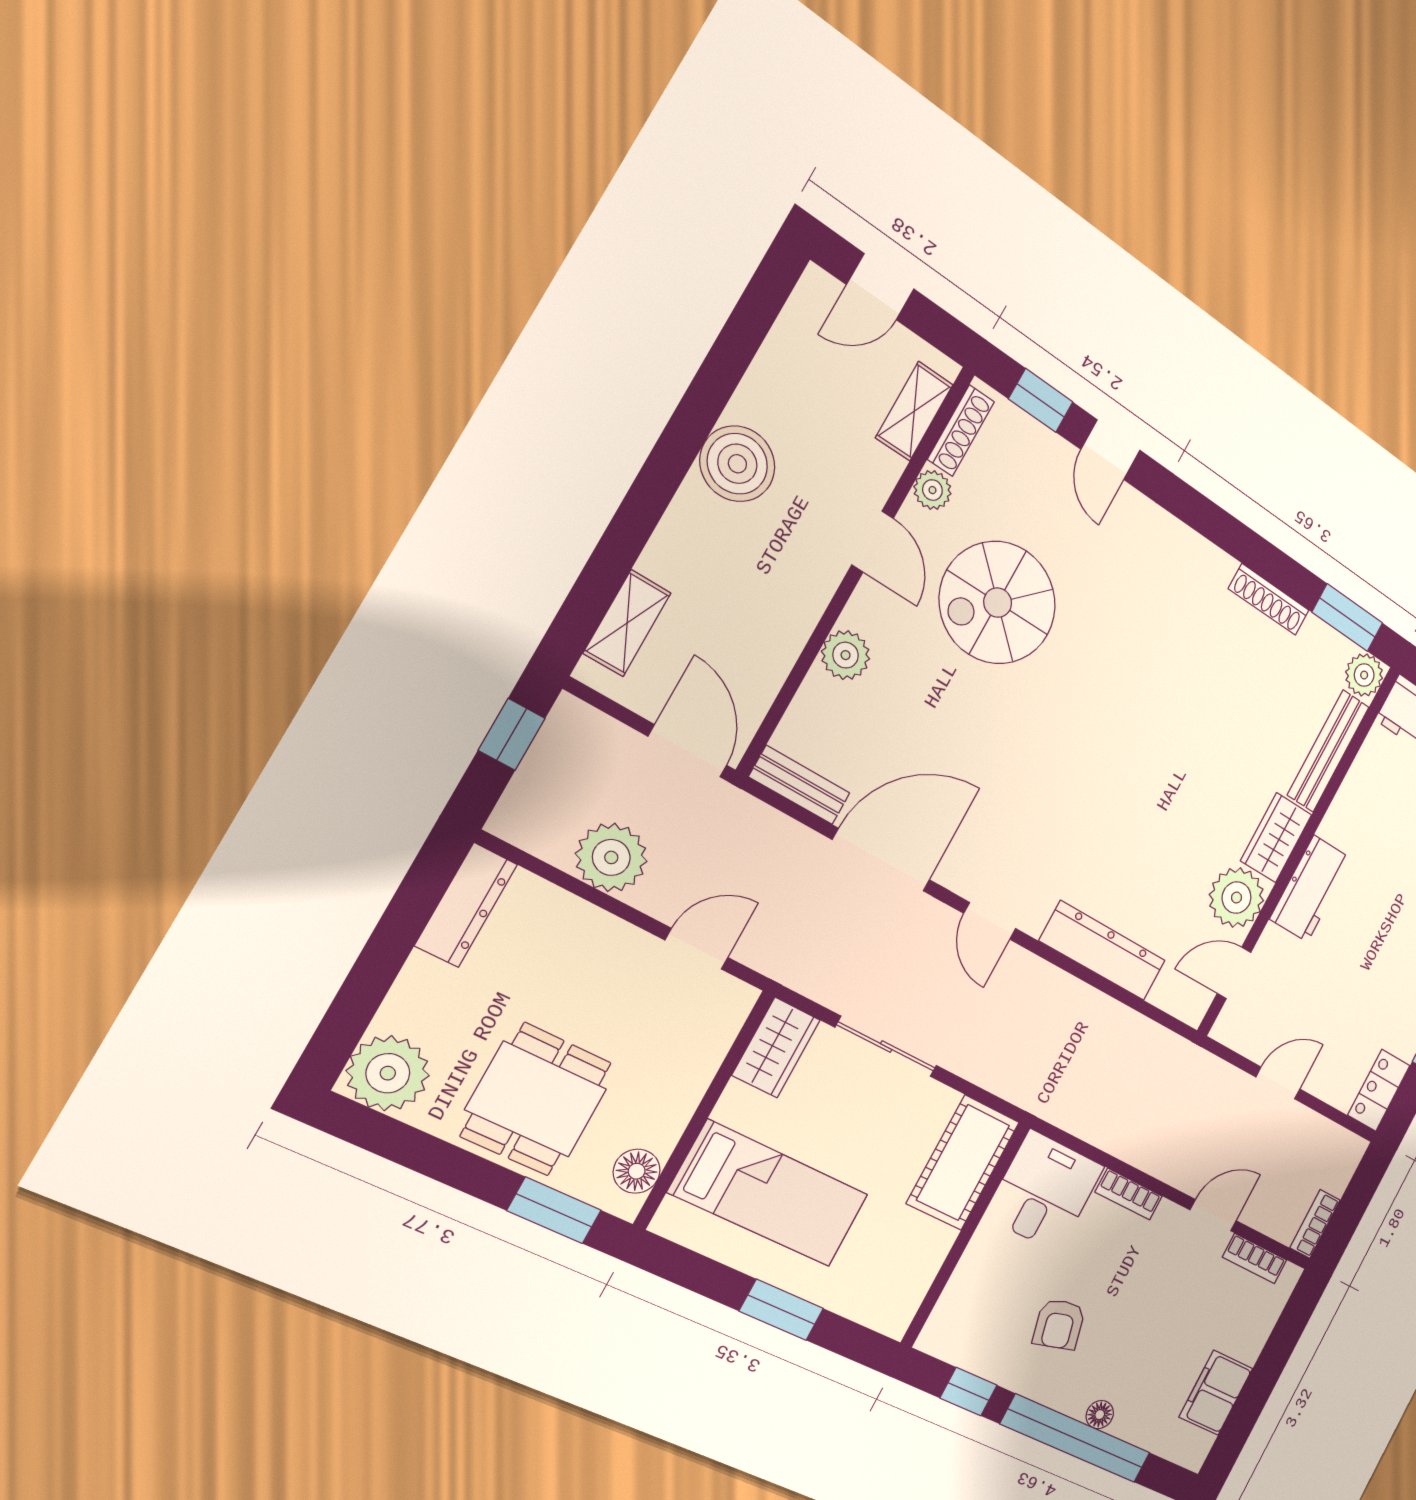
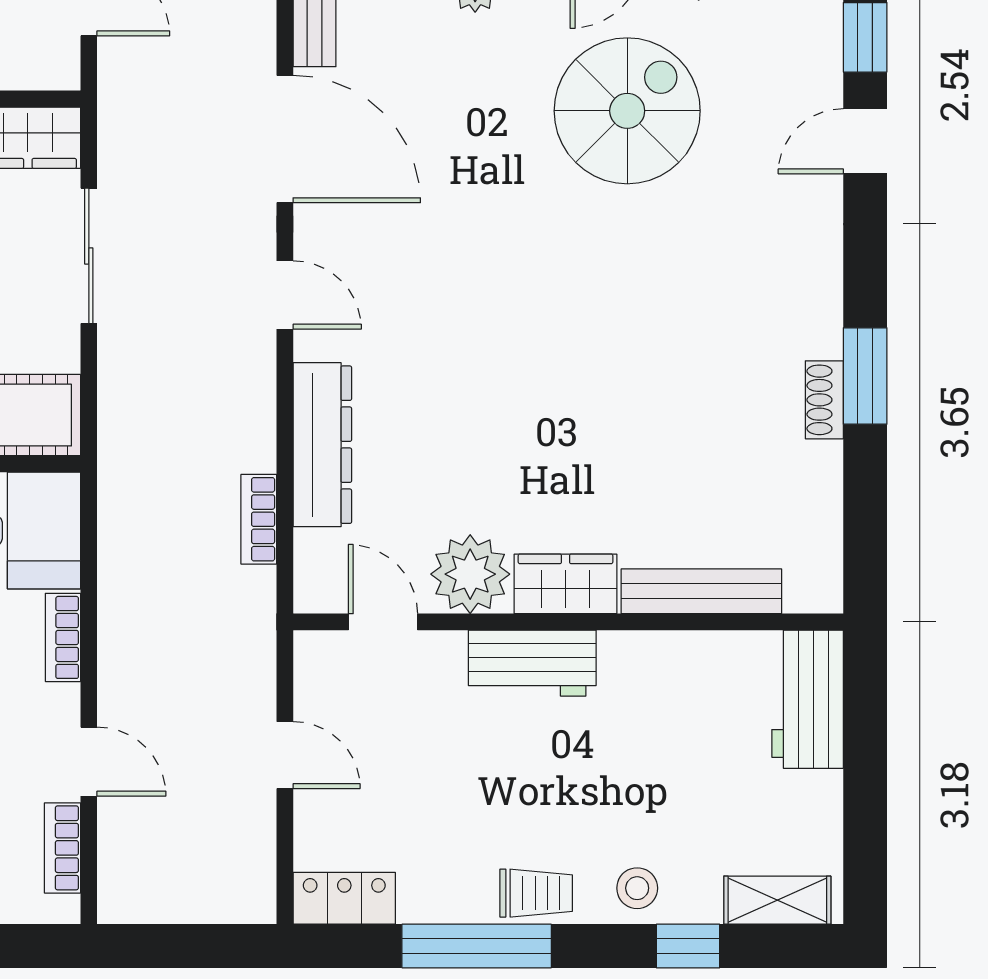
shoe rack: (1269, 599) -> (824, 400), width x0.70
spiral stairs: (998, 603) -> (627, 111), turned 90
window: (1347, 618) -> (865, 376), moved
plant: (1364, 675) -> (814, 585), removed
door: (990, 921) -> (285, 295), swing flipped
bookcase: (1315, 1224) -> (259, 519), moved, turned -90

